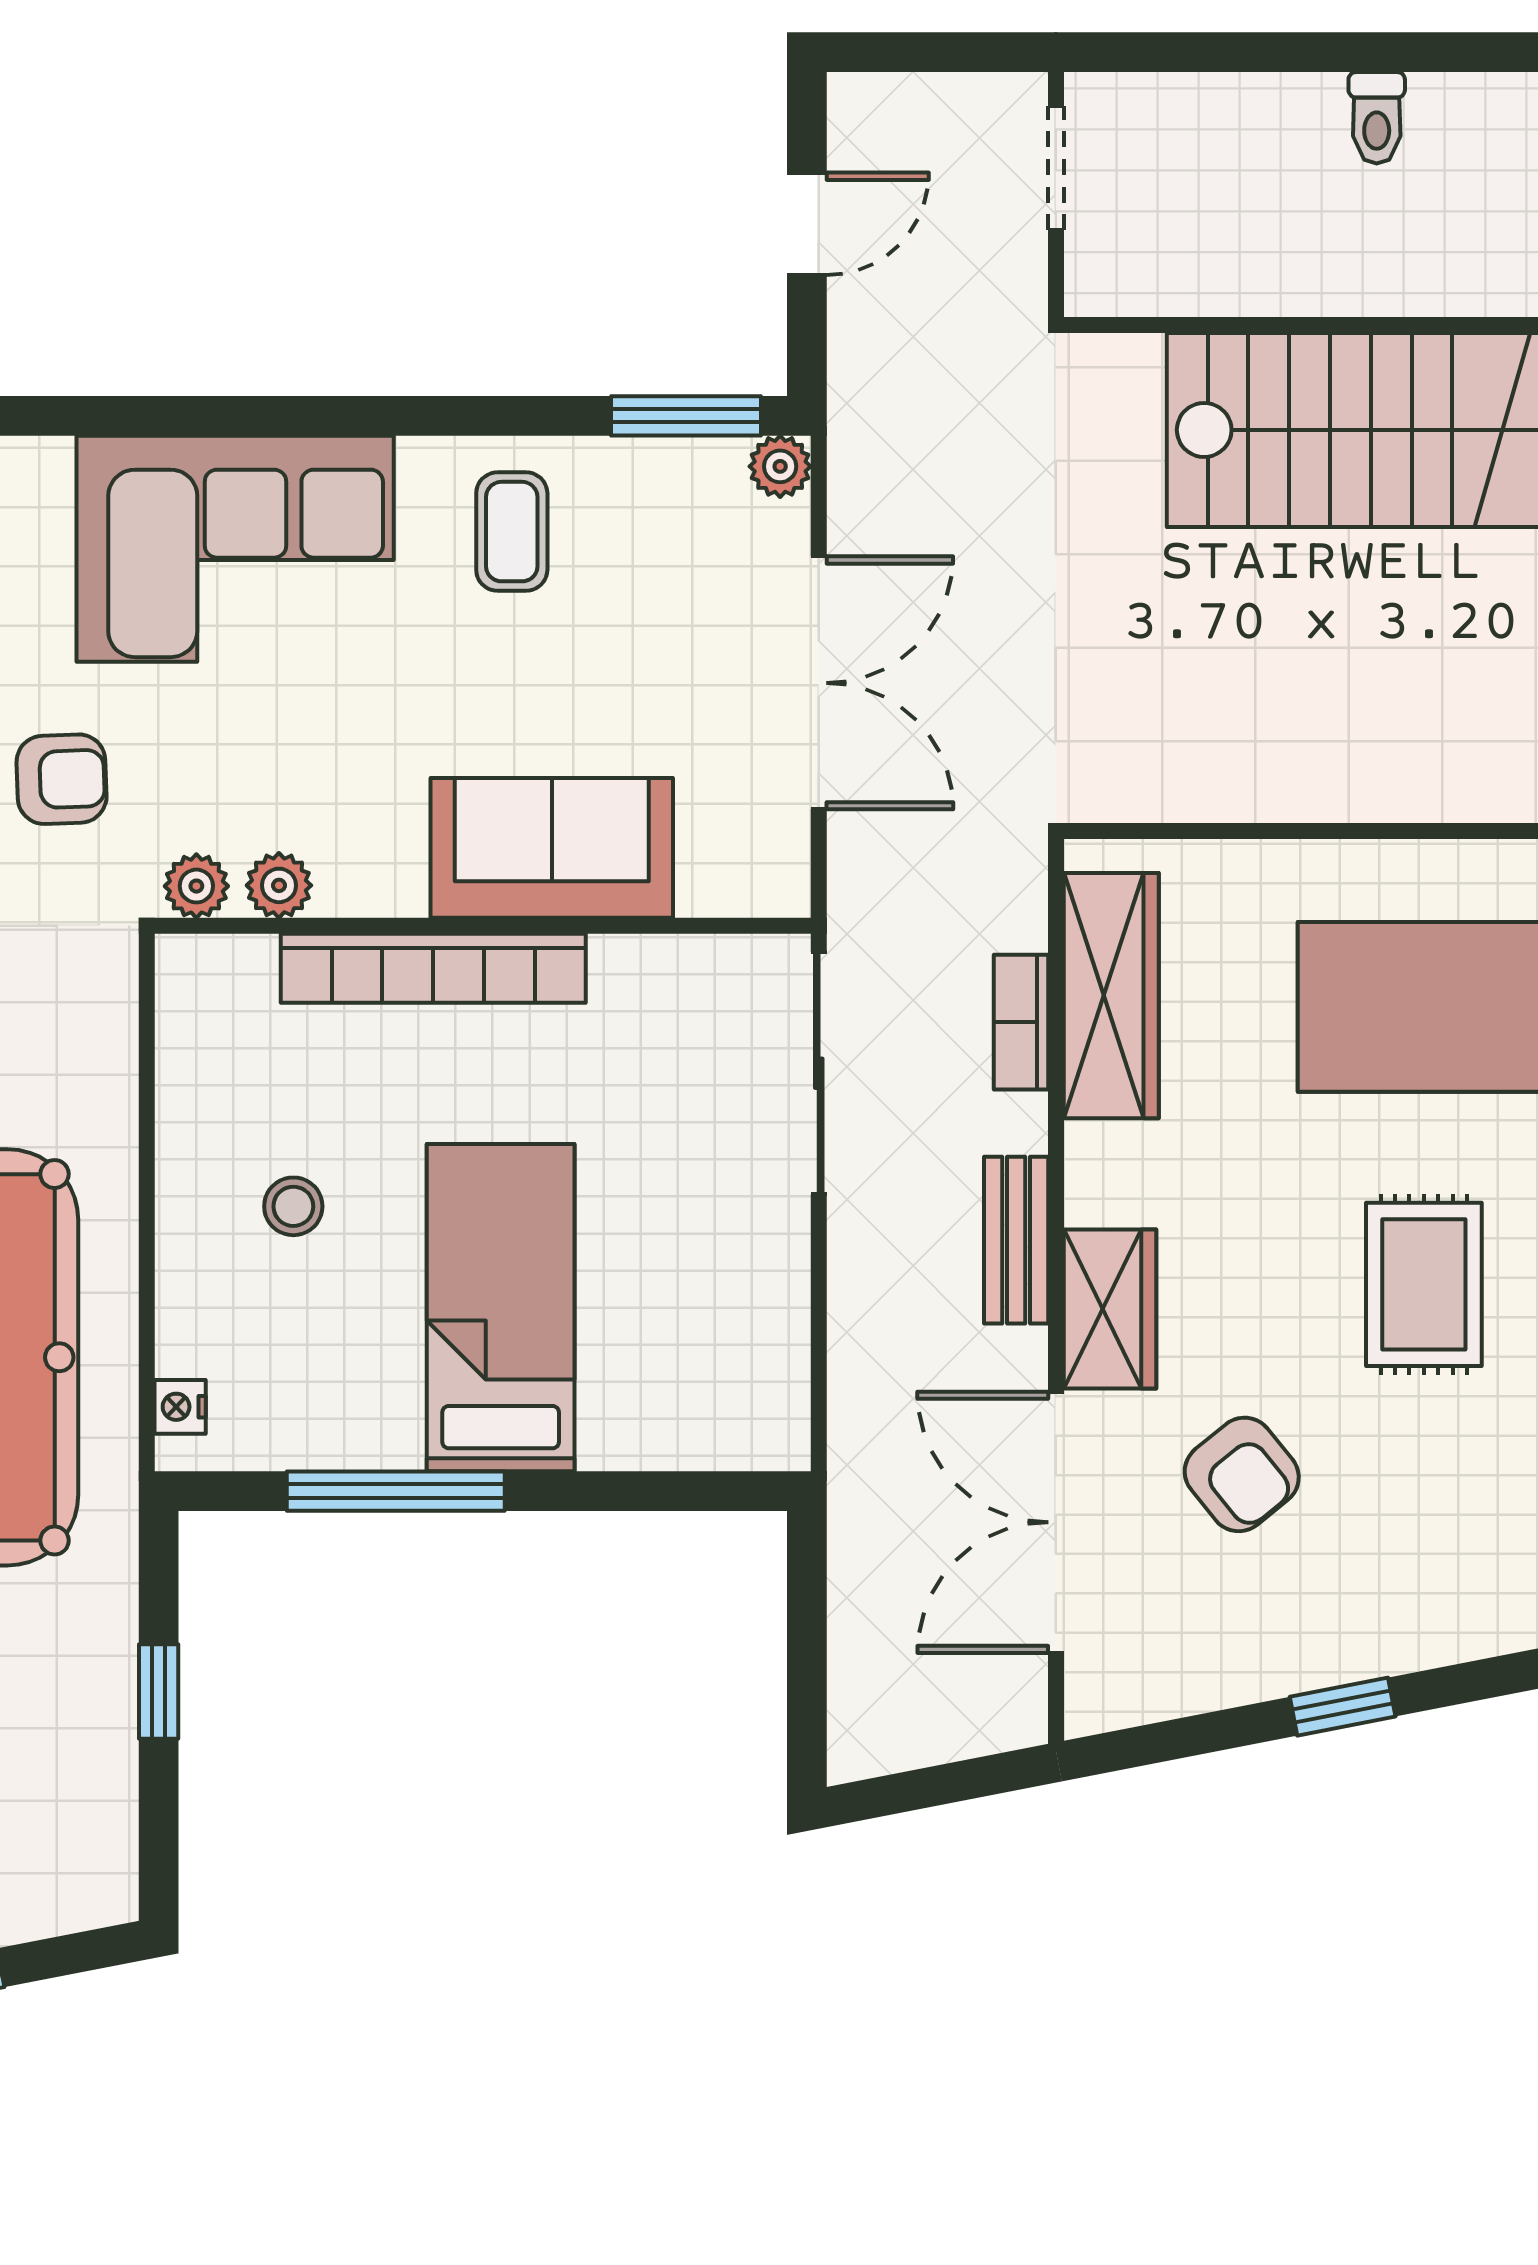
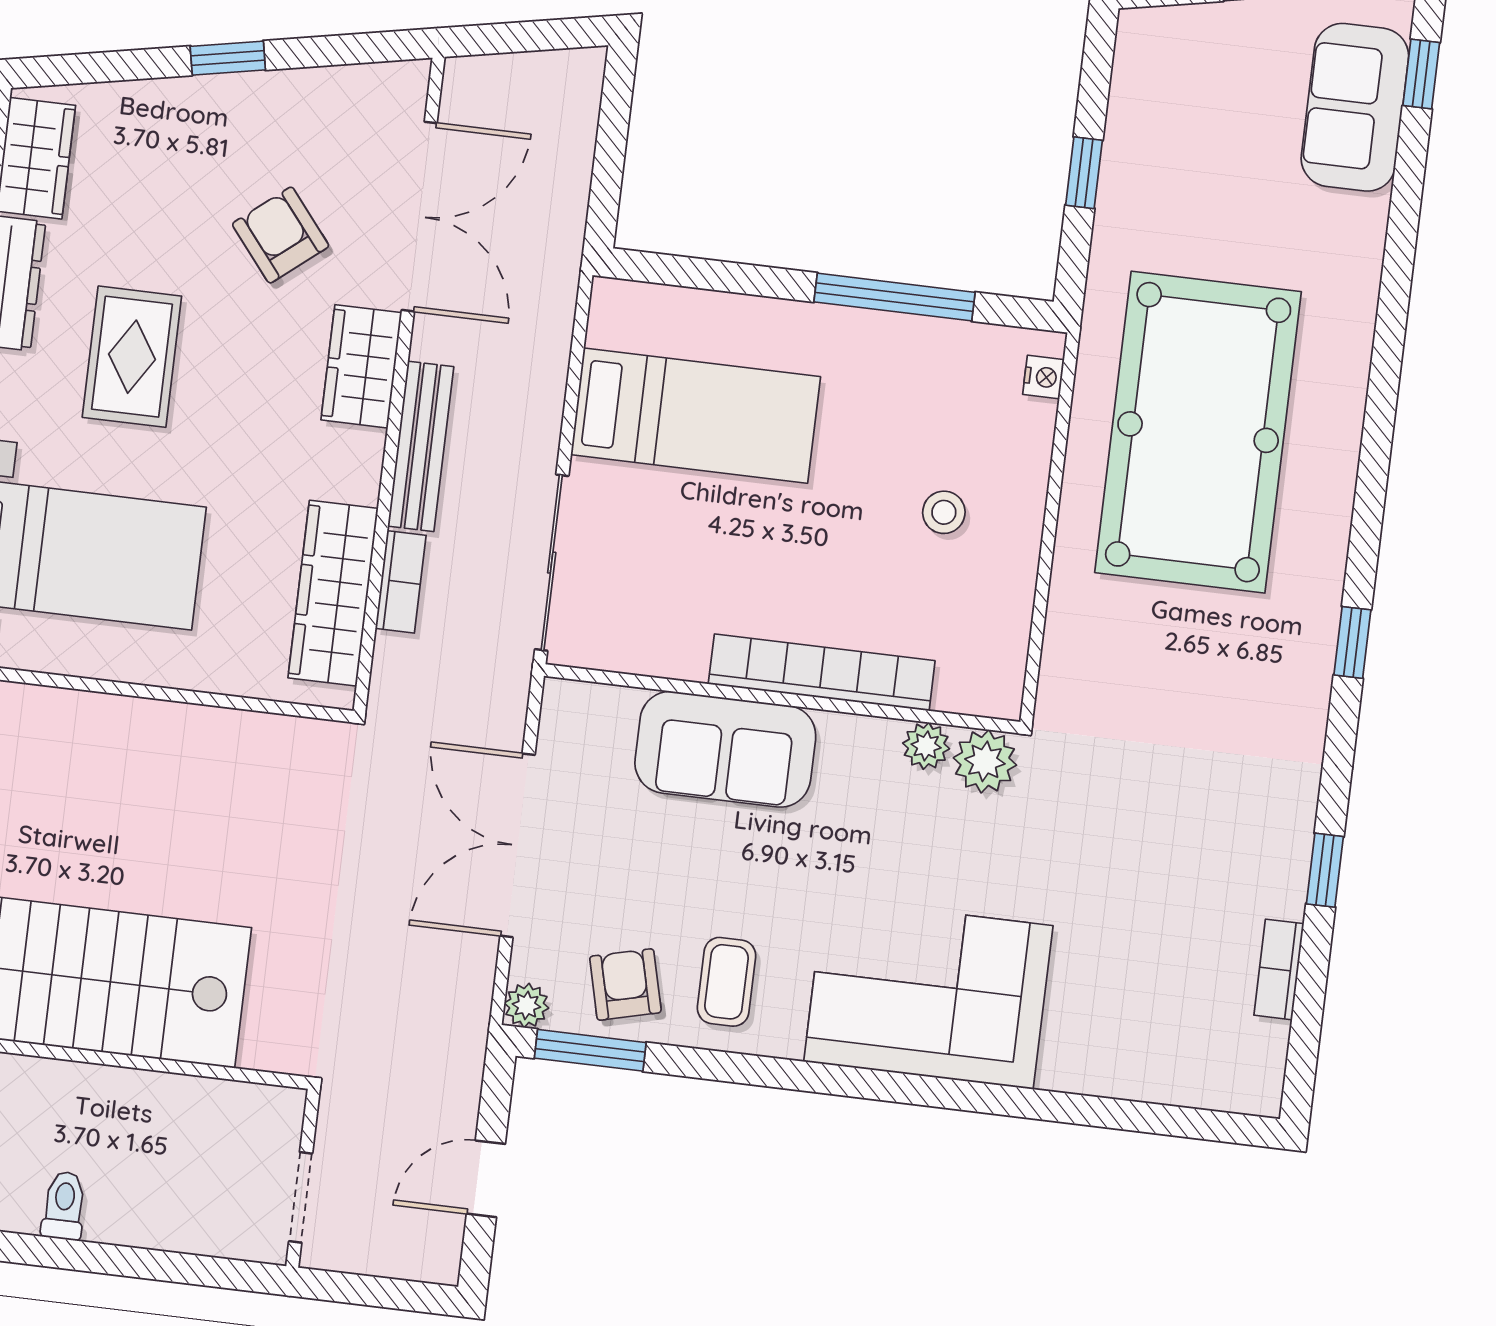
armchair: (62, 779) -> (625, 984), moved, turned 78
plant: (196, 886) -> (985, 761), width x1.38, depth x1.38
bench: (1016, 1240) -> (421, 446), width x1.36
bed: (501, 1308) -> (696, 416), moved, turned -90

